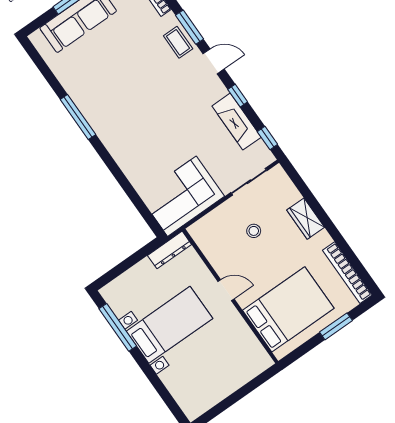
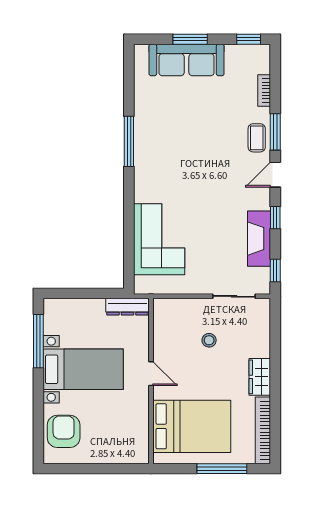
door: (214, 61) -> (275, 175), swing flipped
corner sofa: (182, 196) -> (159, 239), moved, turned 90
wardrobe: (306, 219) -> (260, 377), moved
window: (336, 326) -> (222, 469), width x1.44
armchair: (189, 385) -> (64, 431), added

